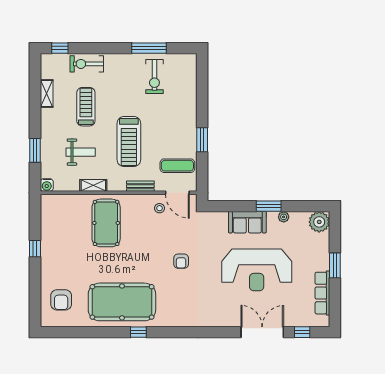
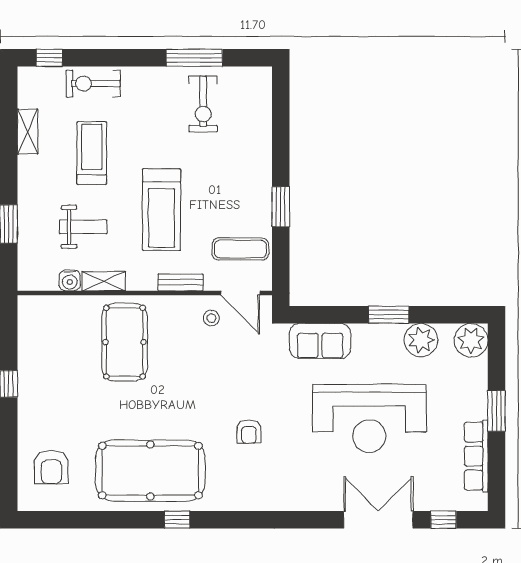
water cooler: (47, 185) -> (70, 280), moved
plant: (284, 217) -> (421, 340), width x1.87, depth x1.87
sofa: (247, 222) -> (320, 341), moved
armchair: (181, 261) -> (249, 432), moved

